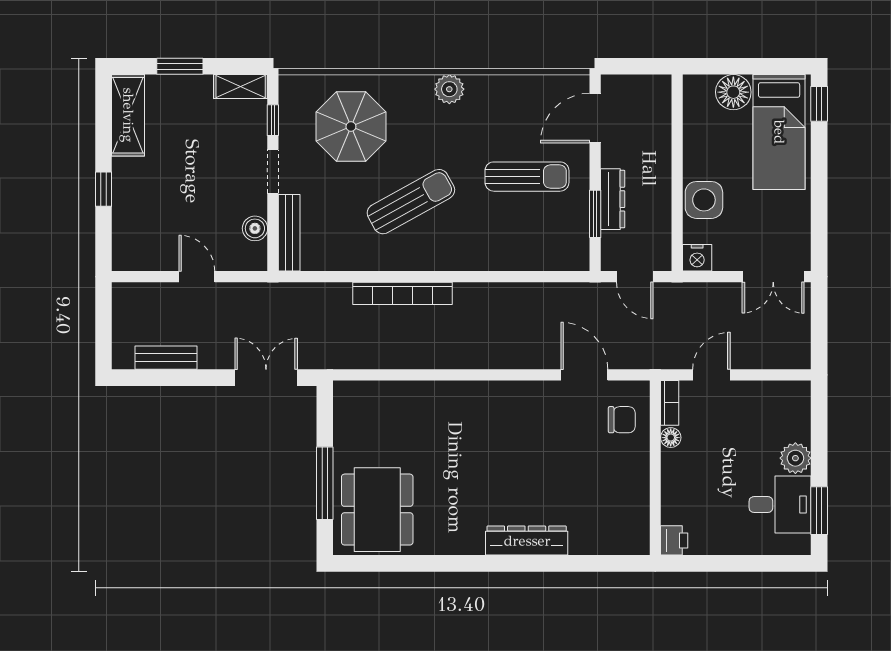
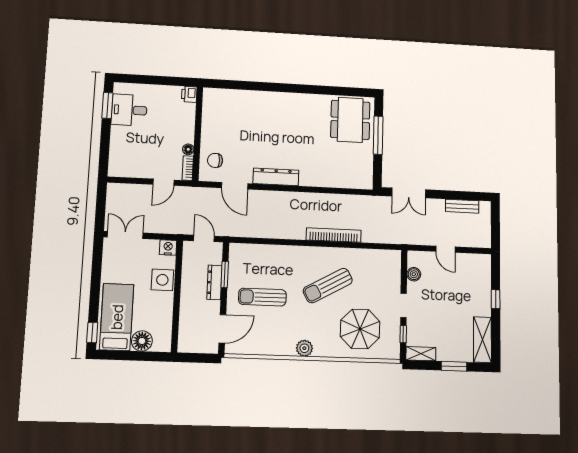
bench: (289, 233) -> (395, 271), removed
plant: (795, 458) -> (119, 134), removed
dresser: (527, 541) -> (276, 177), moved, turned 180

